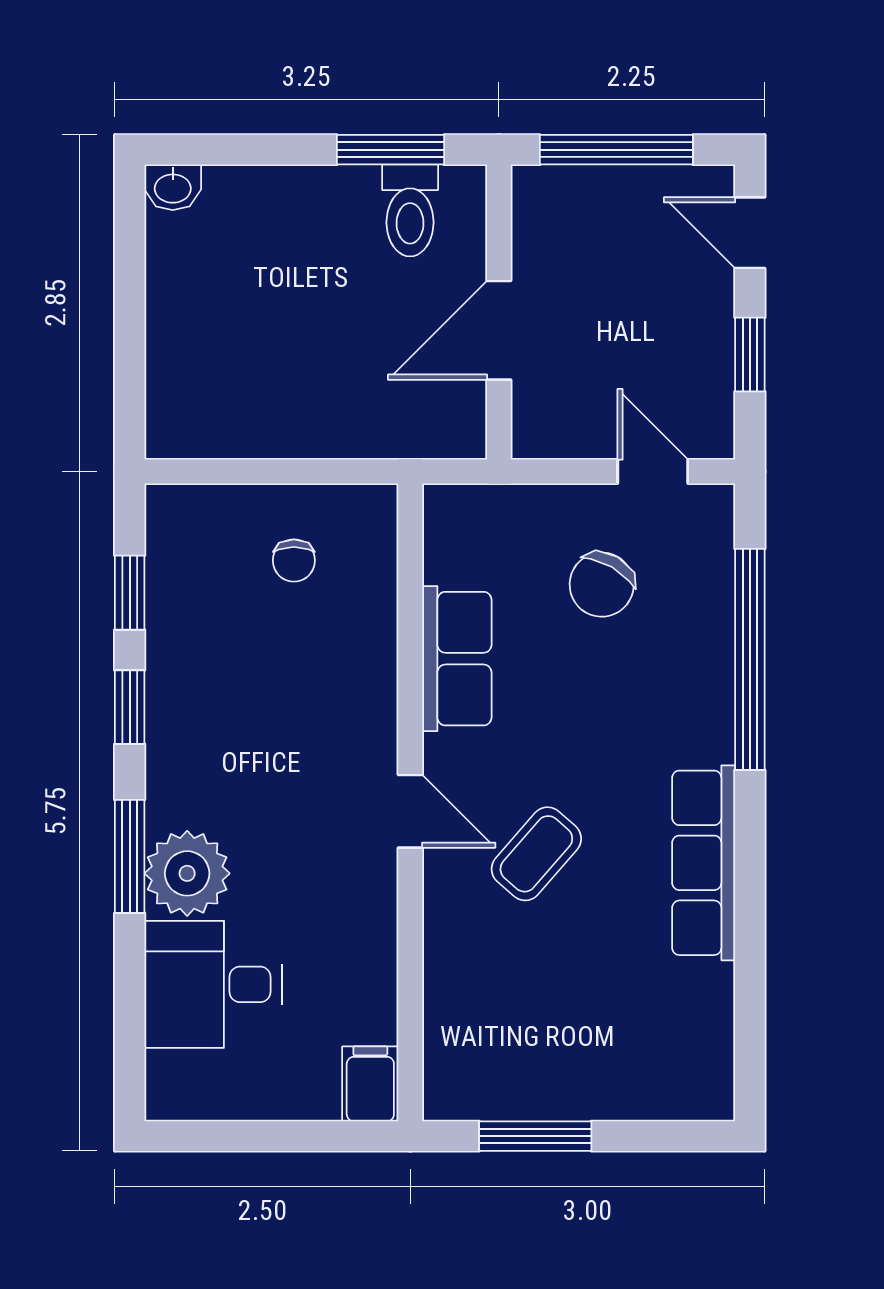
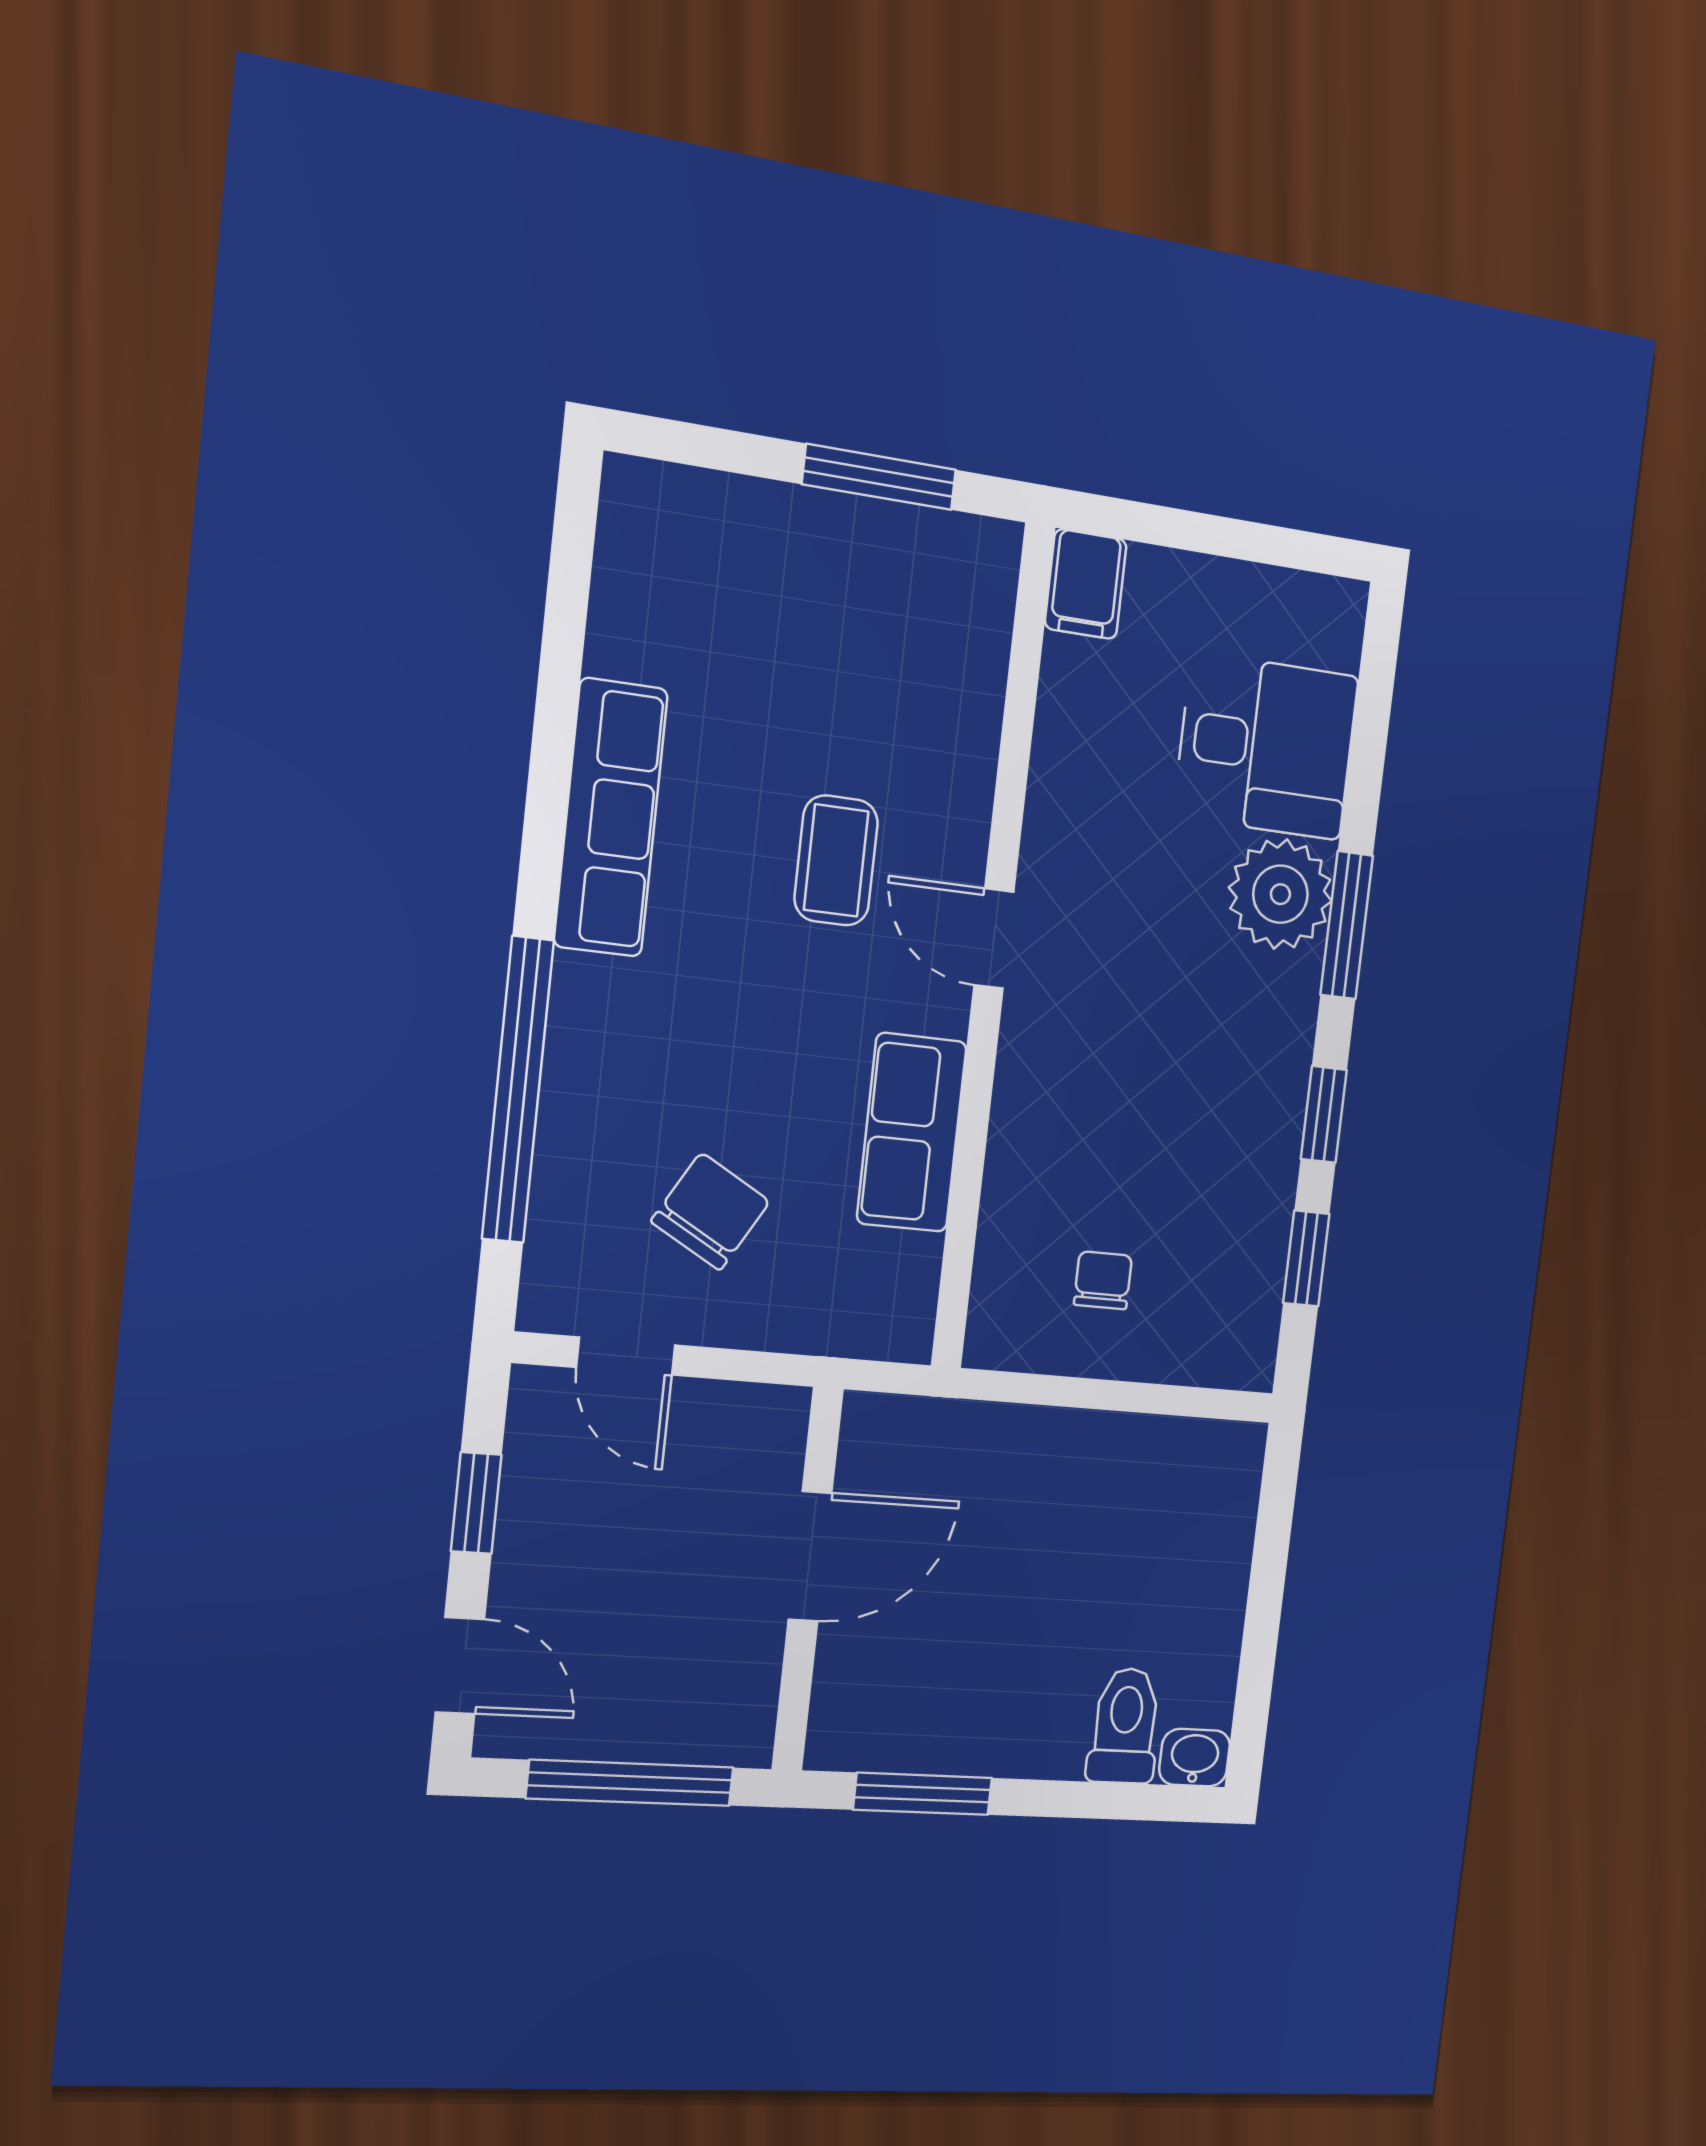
toilet: (410, 210) -> (1125, 1726), moved
coffee table: (536, 854) -> (836, 860), turned -41

